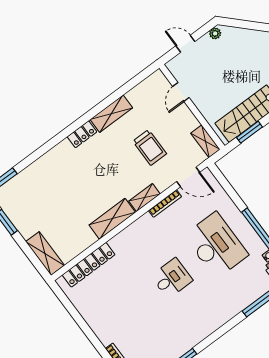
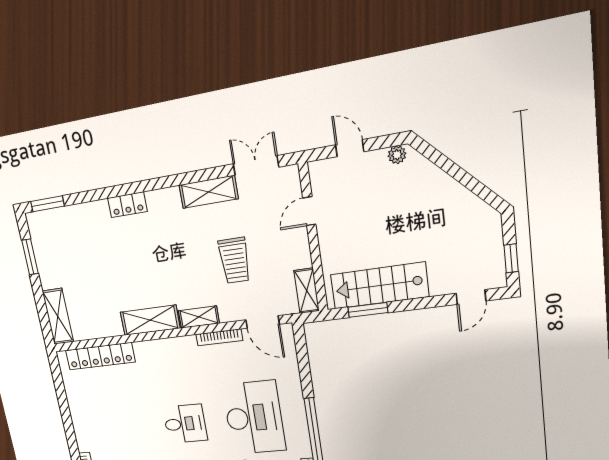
double door: (134, 82) -> (256, 165), added
locker: (82, 134) -> (127, 205), moved

